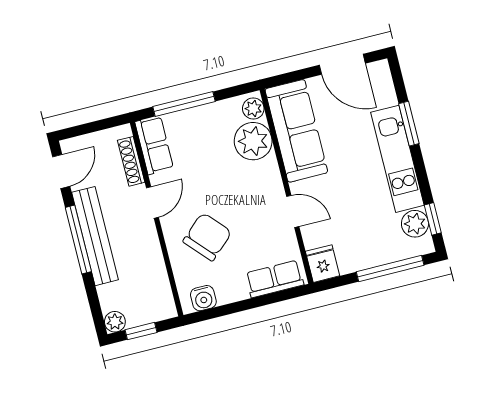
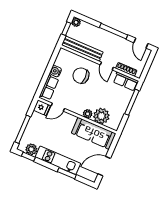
plant: (253, 109) -> (88, 114), moved
door: (293, 211) -> (58, 107), moved
bench: (95, 236) -> (82, 49), moved
chair: (207, 237) -> (81, 76), turned 132
water cooler: (203, 298) -> (56, 71), moved

